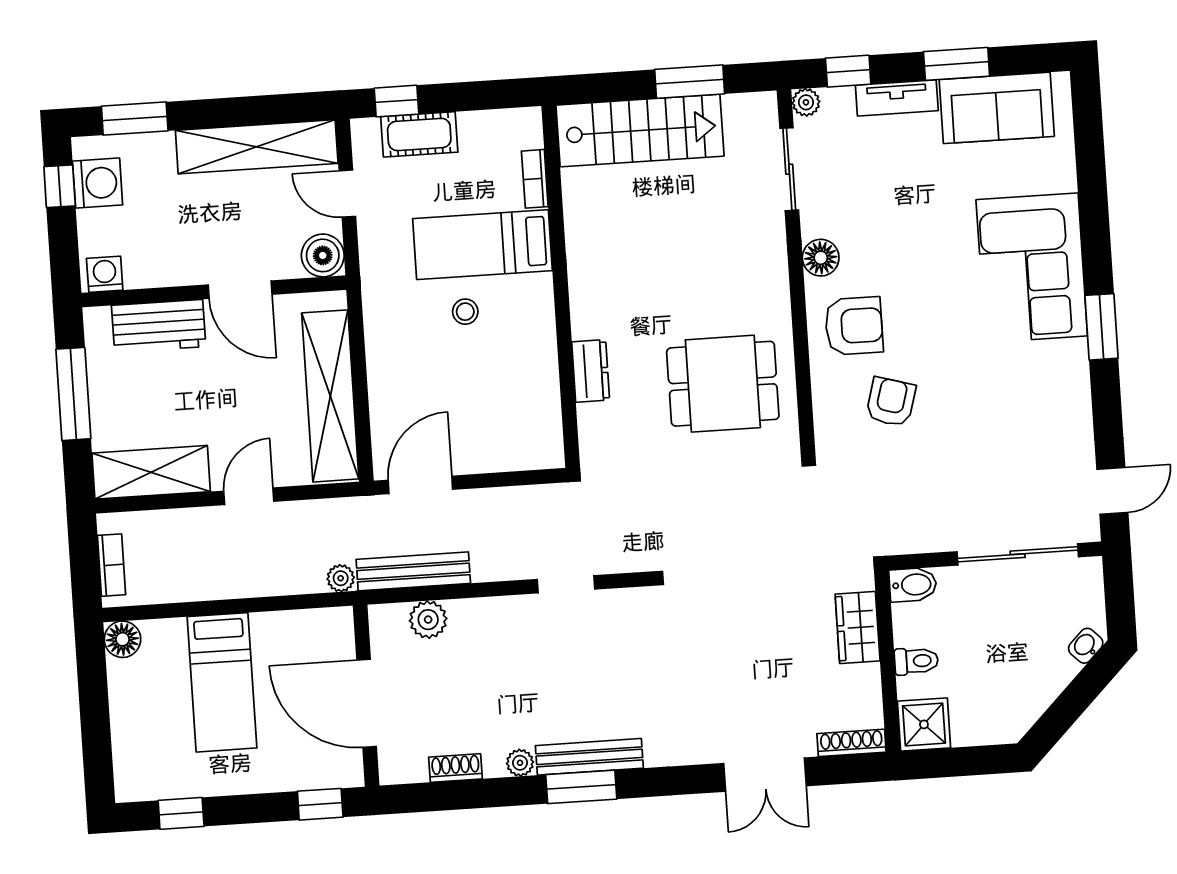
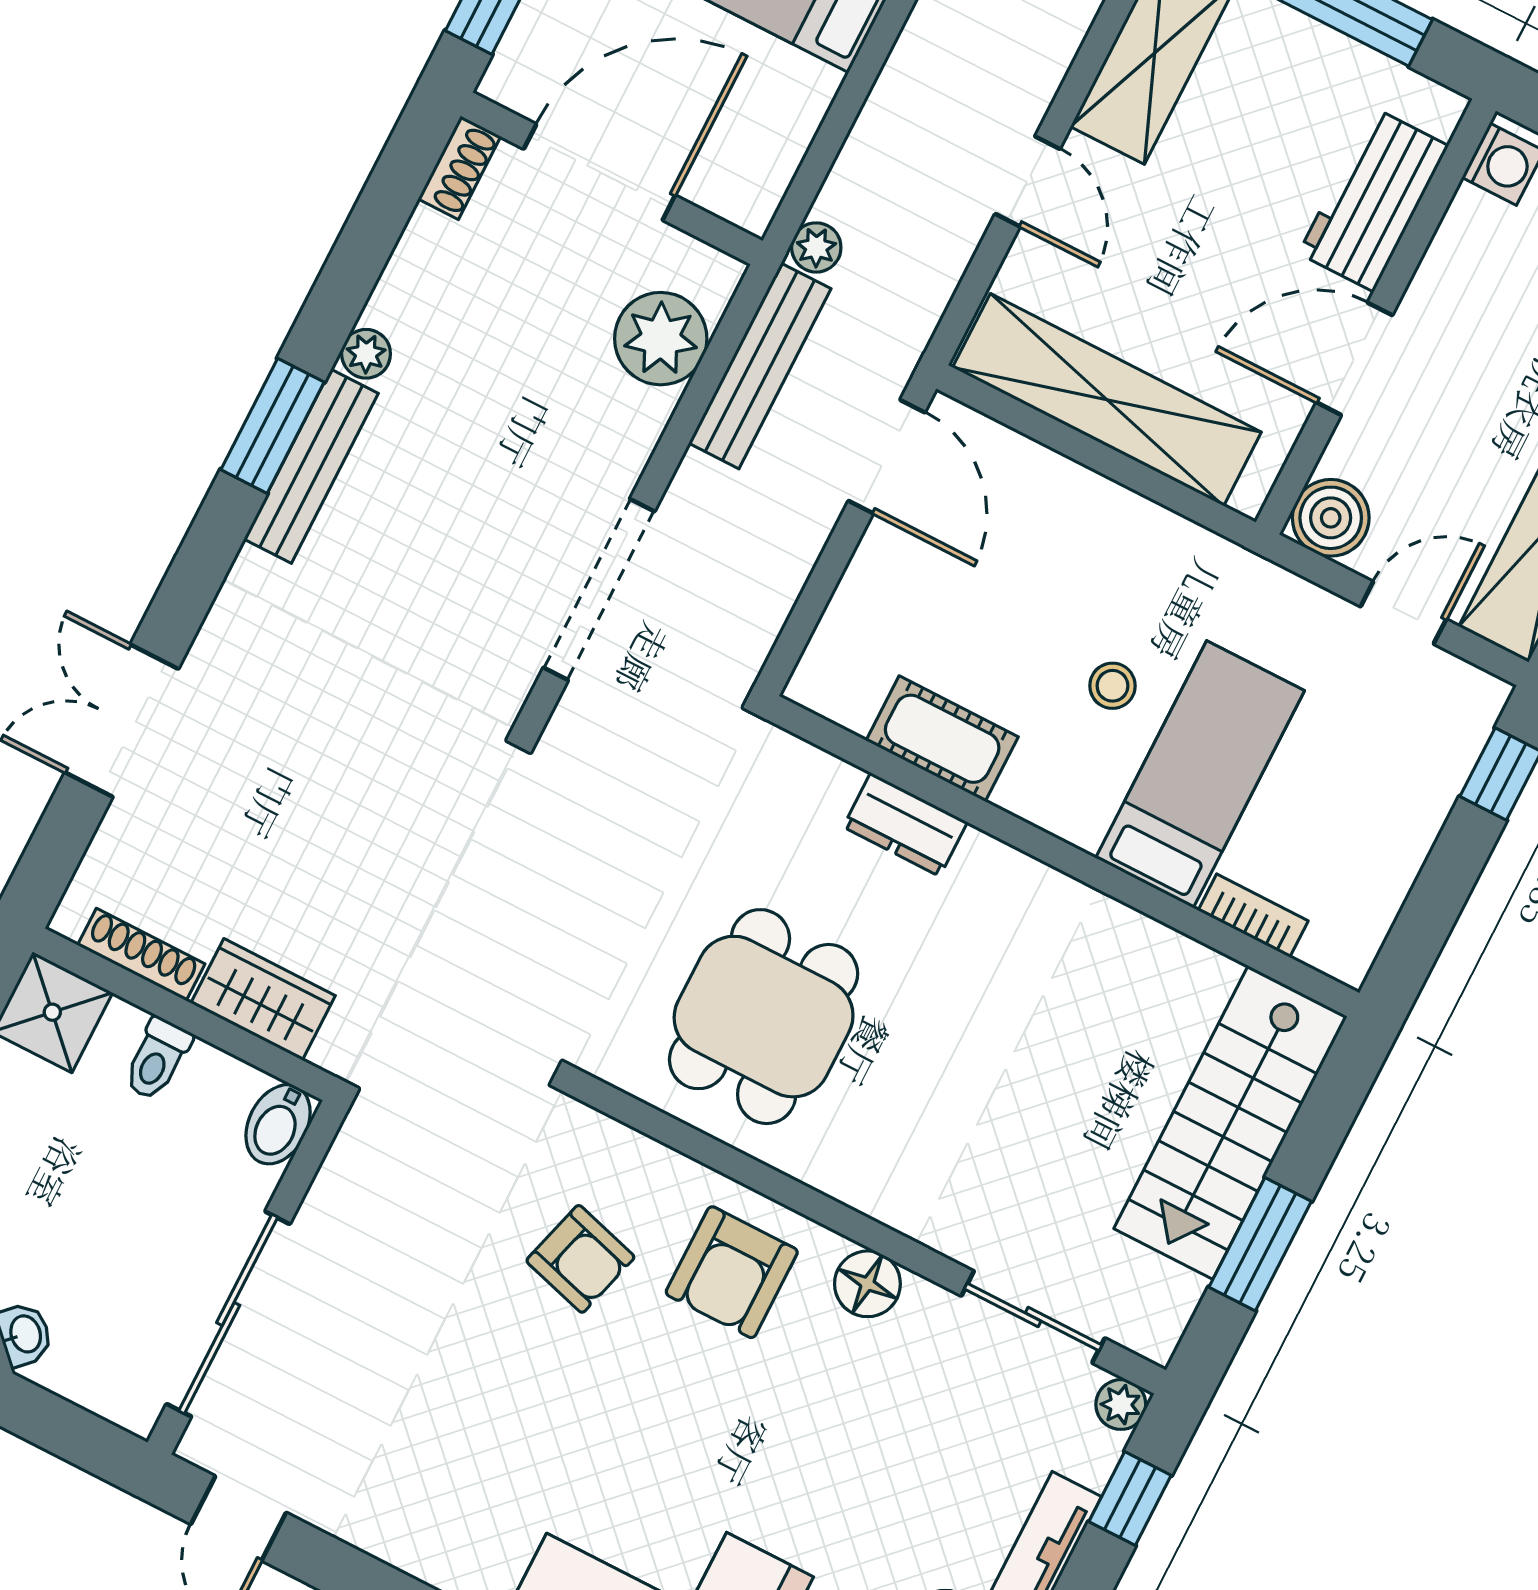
cot: (419, 134) -> (942, 739), moved, turned 90
doorway: (566, 584) -> (599, 589), width x1.88
plant: (428, 620) -> (661, 339), width x1.36, depth x1.36
shoe rack: (851, 743) -> (141, 954), moved, turned -90
shoe rack: (456, 768) -> (459, 168), moved

